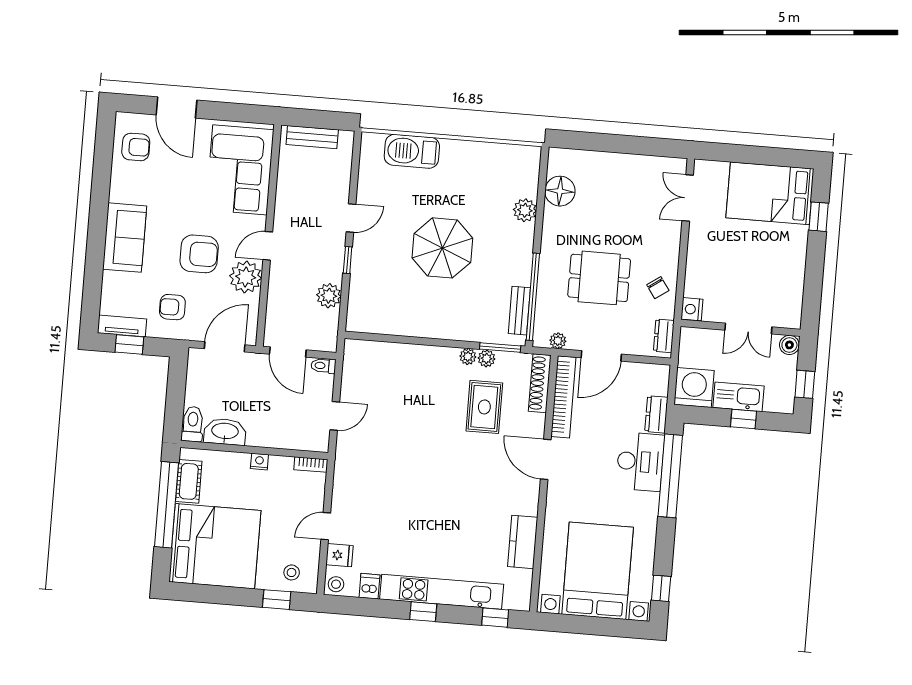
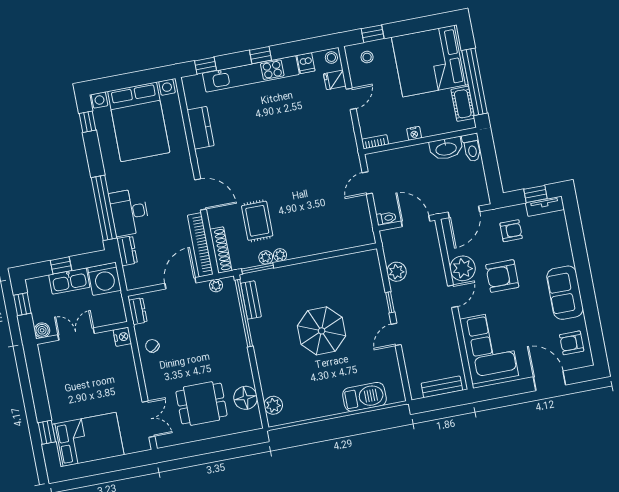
plant: (525, 210) -> (273, 405), moved
sofa: (125, 238) -> (565, 293), moved
dining table: (599, 278) -> (201, 404), moved

